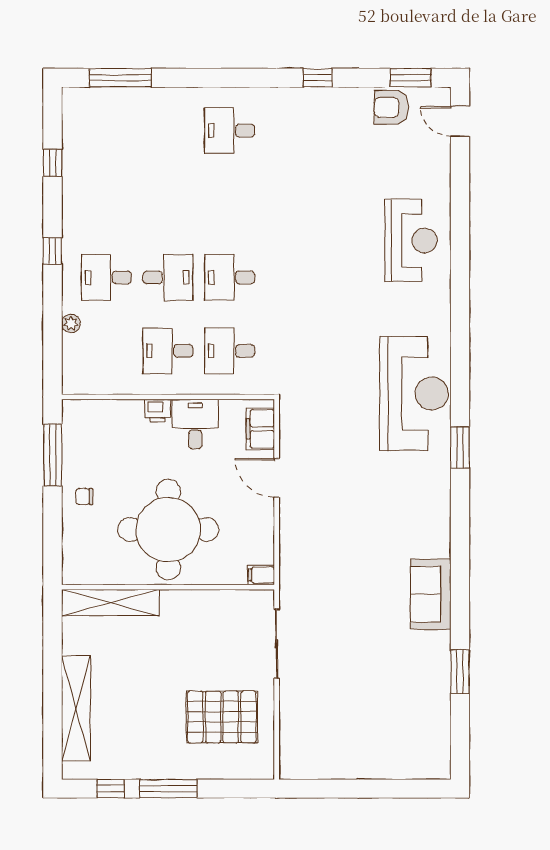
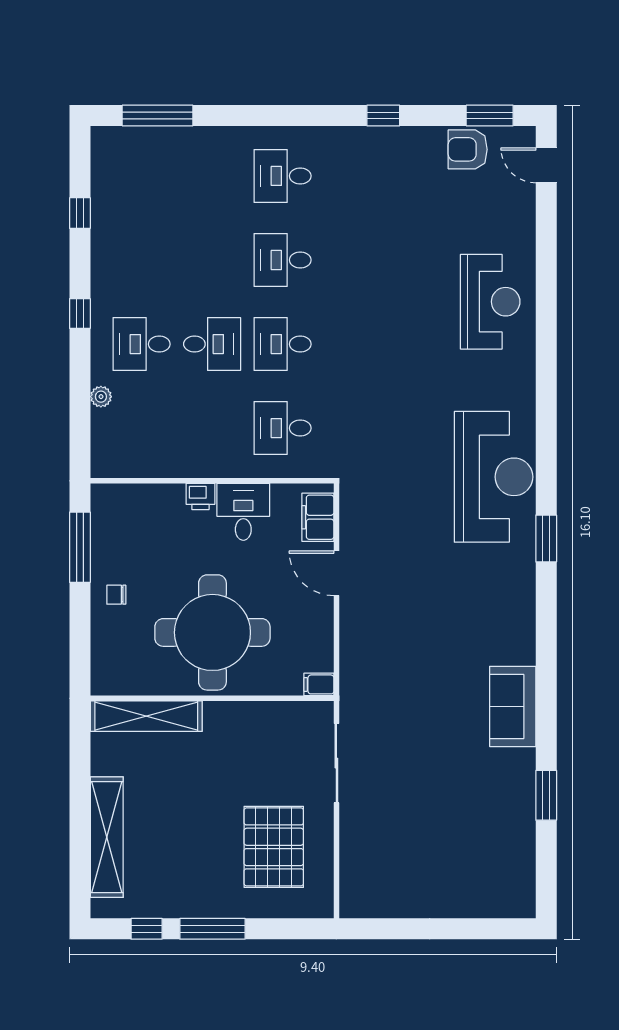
desk: (168, 351) -> (283, 260), moved
pallet: (222, 717) -> (274, 847), turned 90

